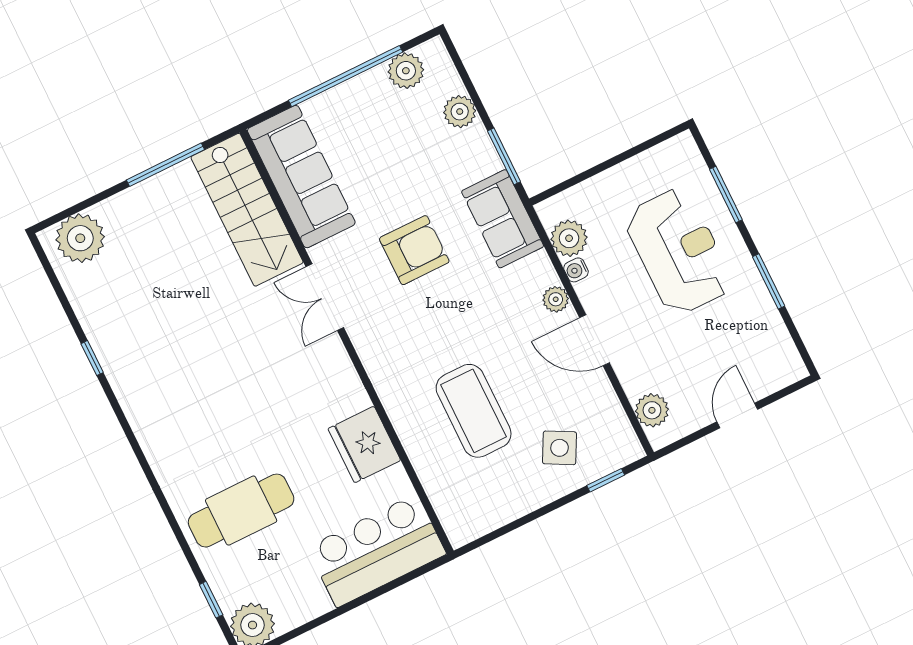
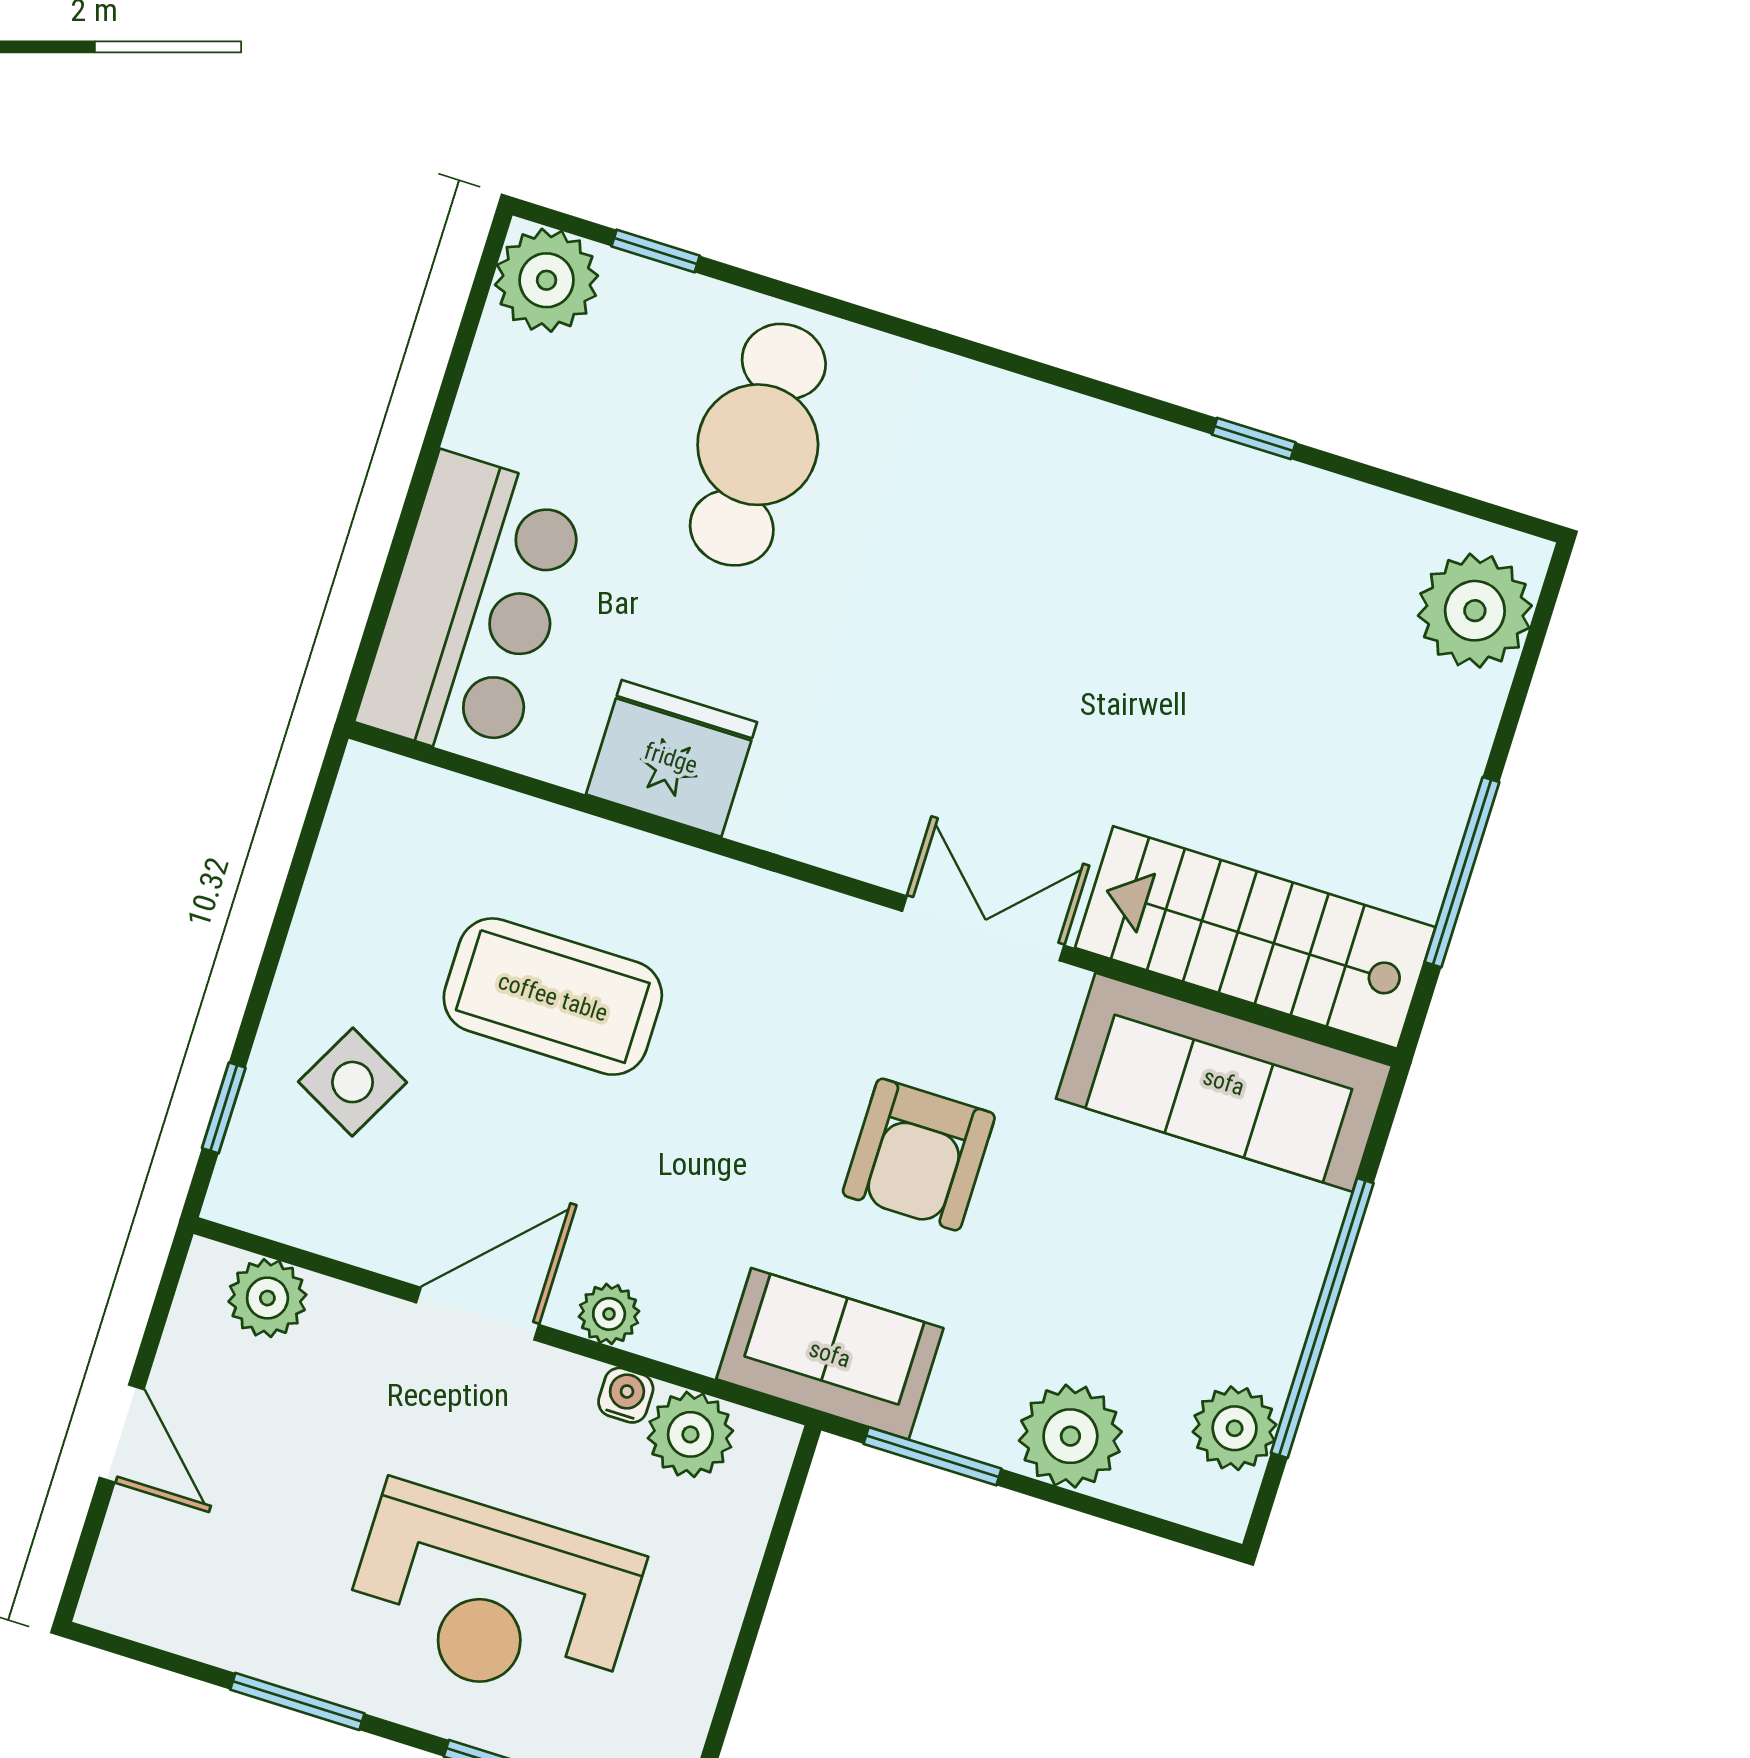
plant: (460, 112) -> (1070, 1436), width x1.36, depth x1.36

